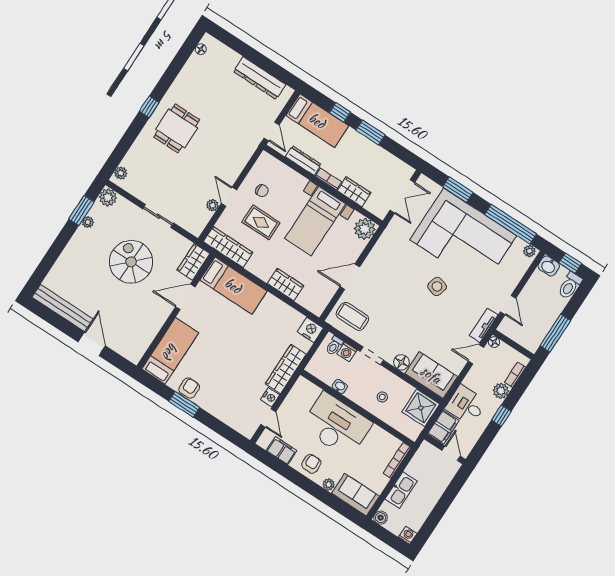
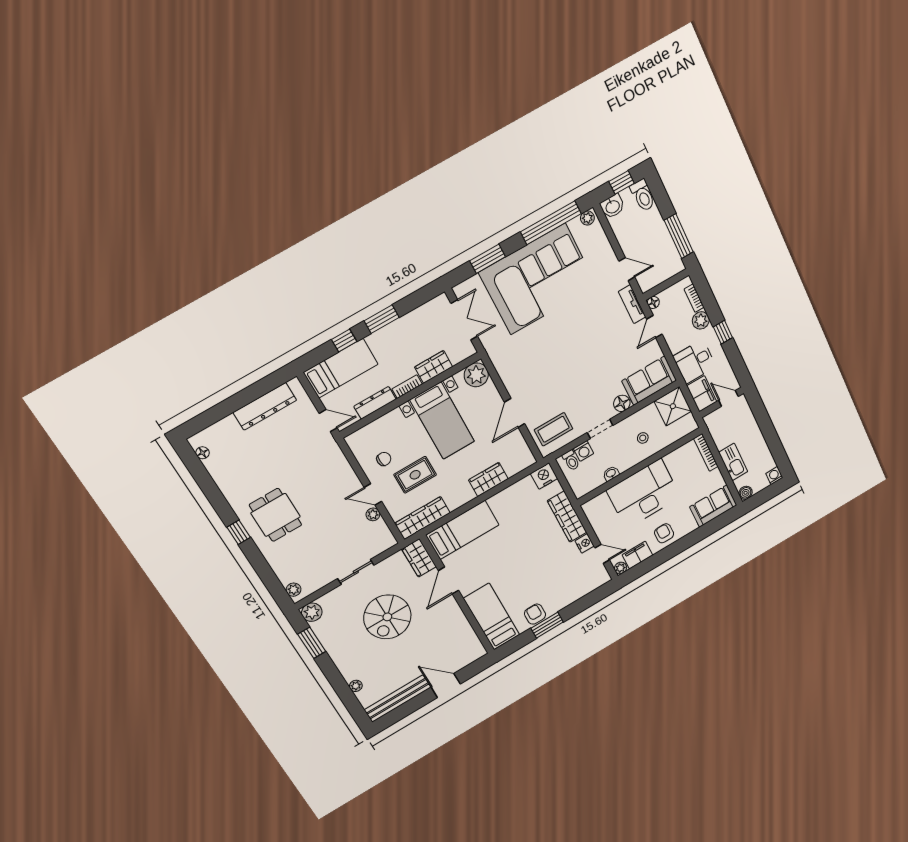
plant: (88, 222) -> (356, 686), moved
spiral stairs: (131, 262) -> (387, 617), turned -90
side table: (437, 286) -> (571, 331), removed
plant: (329, 484) -> (620, 568), moved

